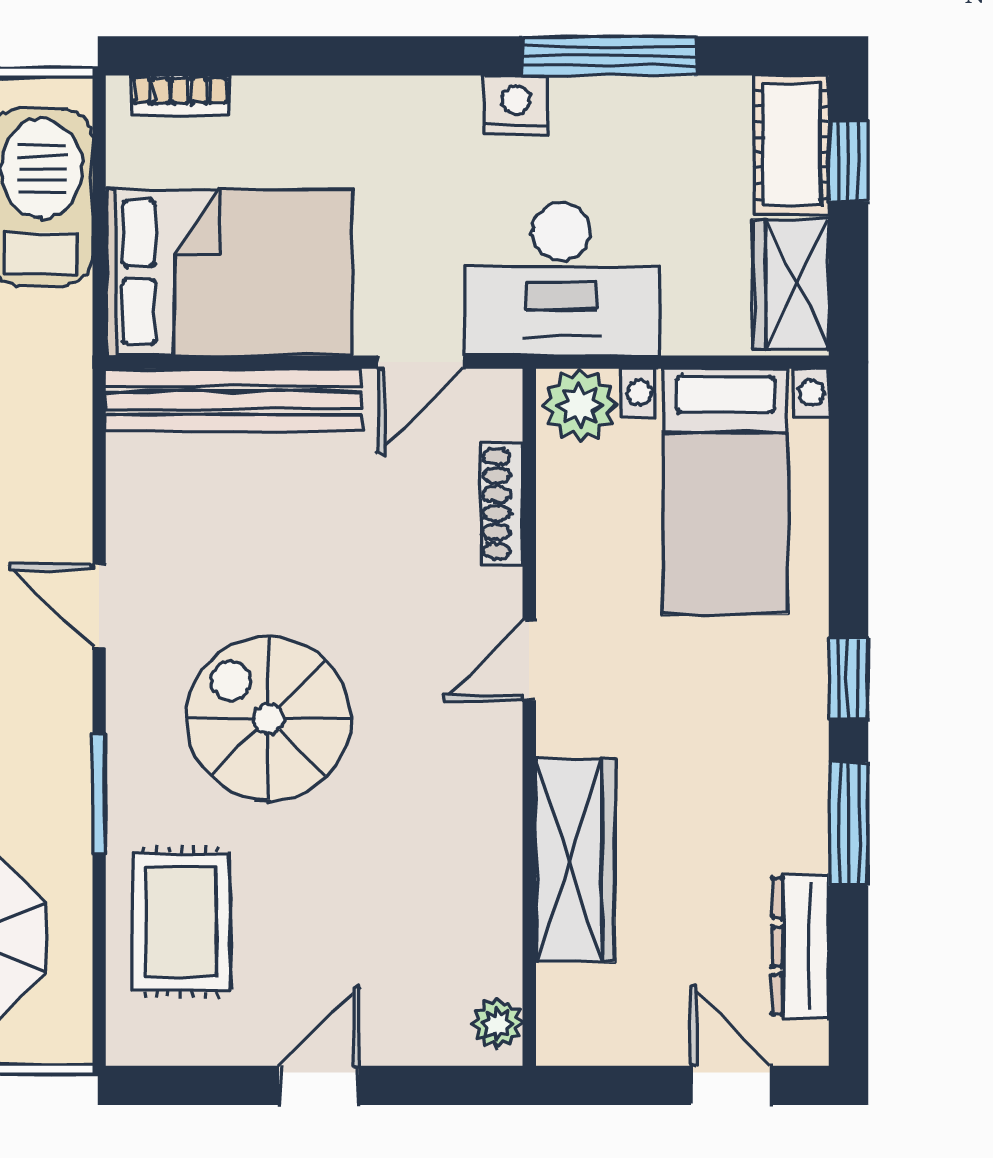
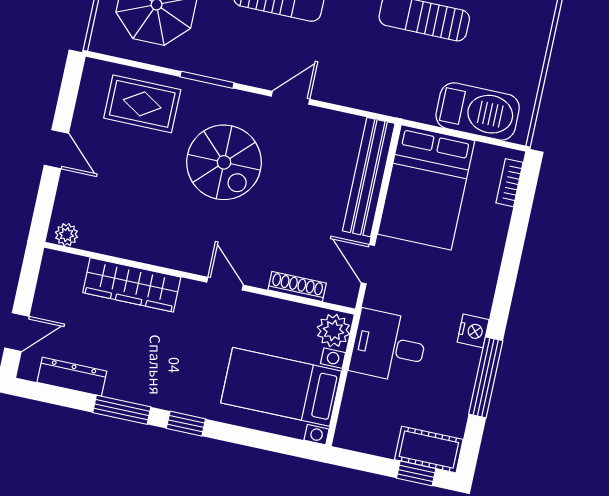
desk: (561, 279) -> (389, 346), width x0.73
wardrobe: (791, 284) -> (367, 436), removed
spiral stairs: (269, 719) -> (224, 162), turned 90

